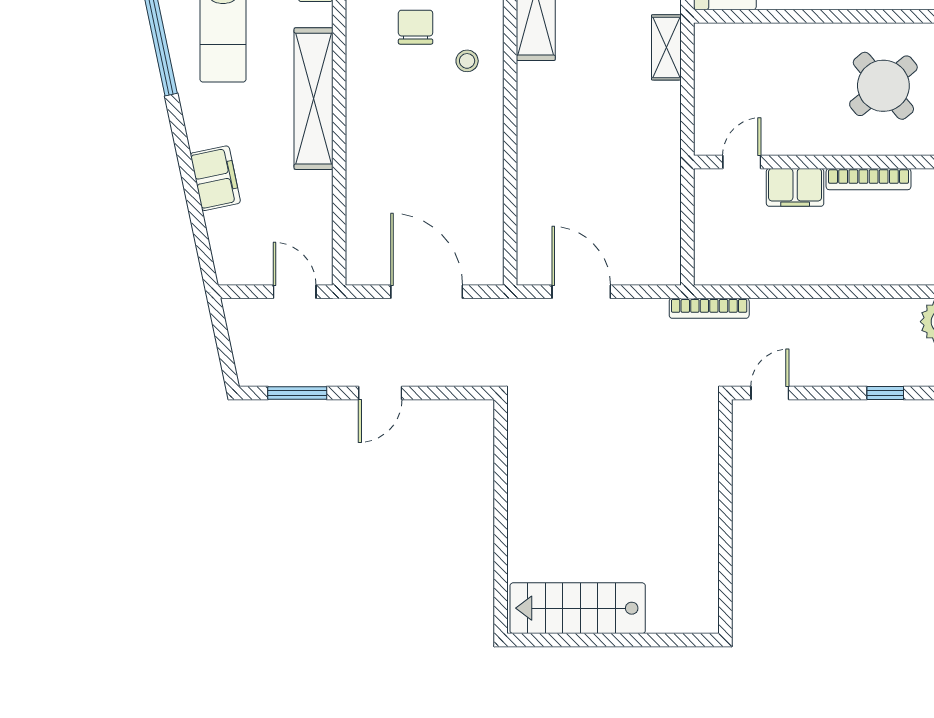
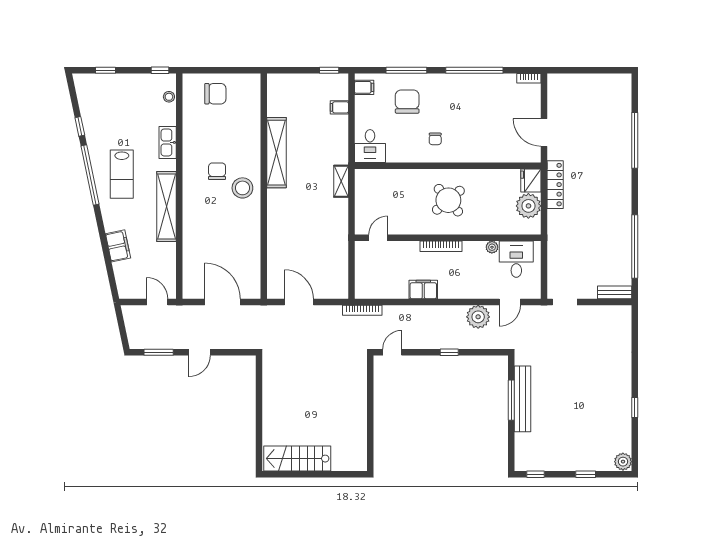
stool: (467, 61) -> (242, 188), width x1.89, depth x1.89
filing cabinet: (795, 187) -> (423, 289), moved, turned 180

